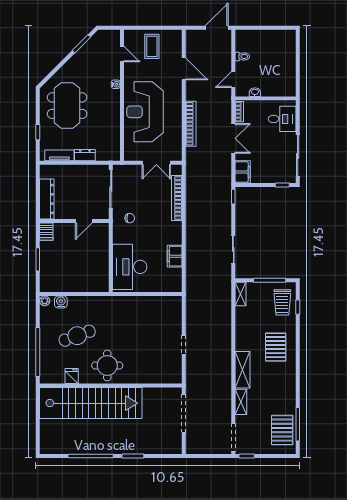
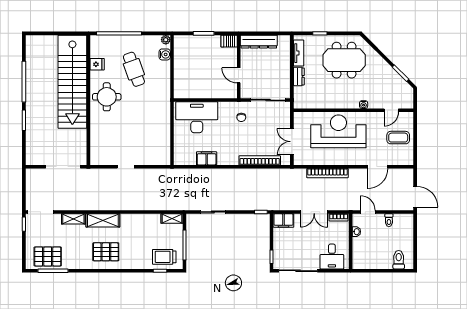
toilet: (286, 46) -> (399, 260), added
pallet: (276, 347) -> (106, 252), moved

